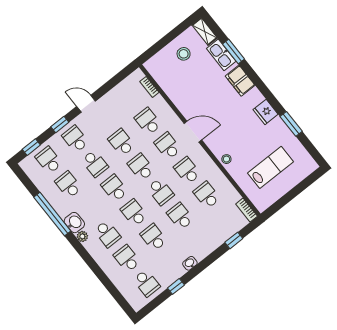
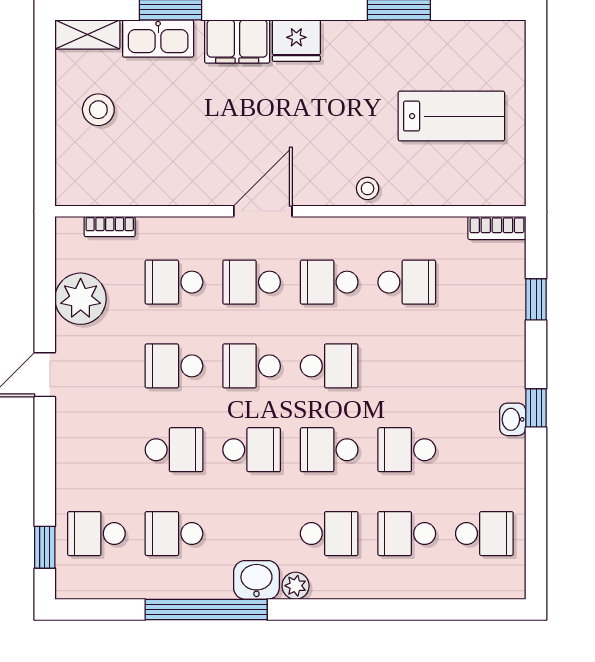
plant: (119, 96) -> (81, 299), added
fridge: (266, 112) -> (296, 41), moved
window: (60, 125) -> (45, 457), removed
school desk: (75, 139) -> (96, 450), removed
lab bench: (271, 167) -> (451, 116), turned 90
school desk: (114, 188) -> (252, 450), turned 180
school desk: (207, 195) -> (407, 282), turned 180
school desk: (180, 216) -> (407, 366), removed
window: (176, 286) -> (536, 408), moved

